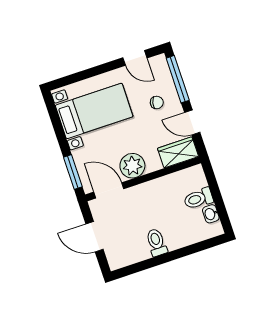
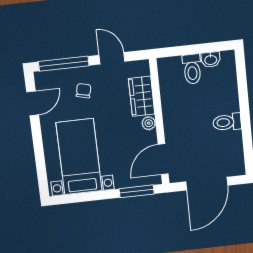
door: (192, 122) -> (112, 58), swing flipped
wardrobe: (178, 152) -> (142, 96), moved
plant: (132, 166) -> (149, 123), width x0.53, depth x0.53
door: (94, 237) -> (207, 184), width x1.36

